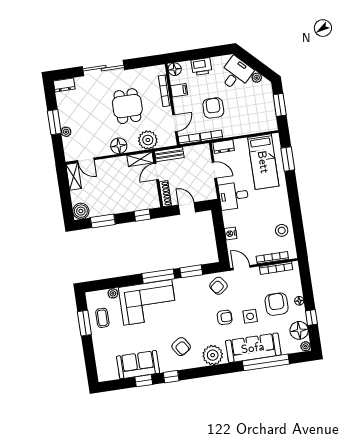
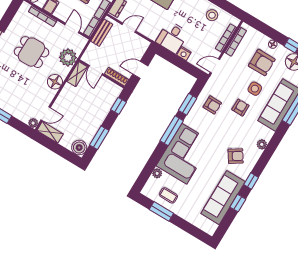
plant: (66, 132) -> (33, 123), moved
bench: (169, 154) -> (102, 33), moved
desk: (234, 196) -> (172, 37), moved
armchair: (218, 286) -> (212, 105), moved, turned -54
armchair: (277, 304) -> (262, 63), turned 180
plant: (213, 355) -> (262, 144), width x0.53, depth x0.53
sofa: (138, 365) -> (223, 198), width x1.36

